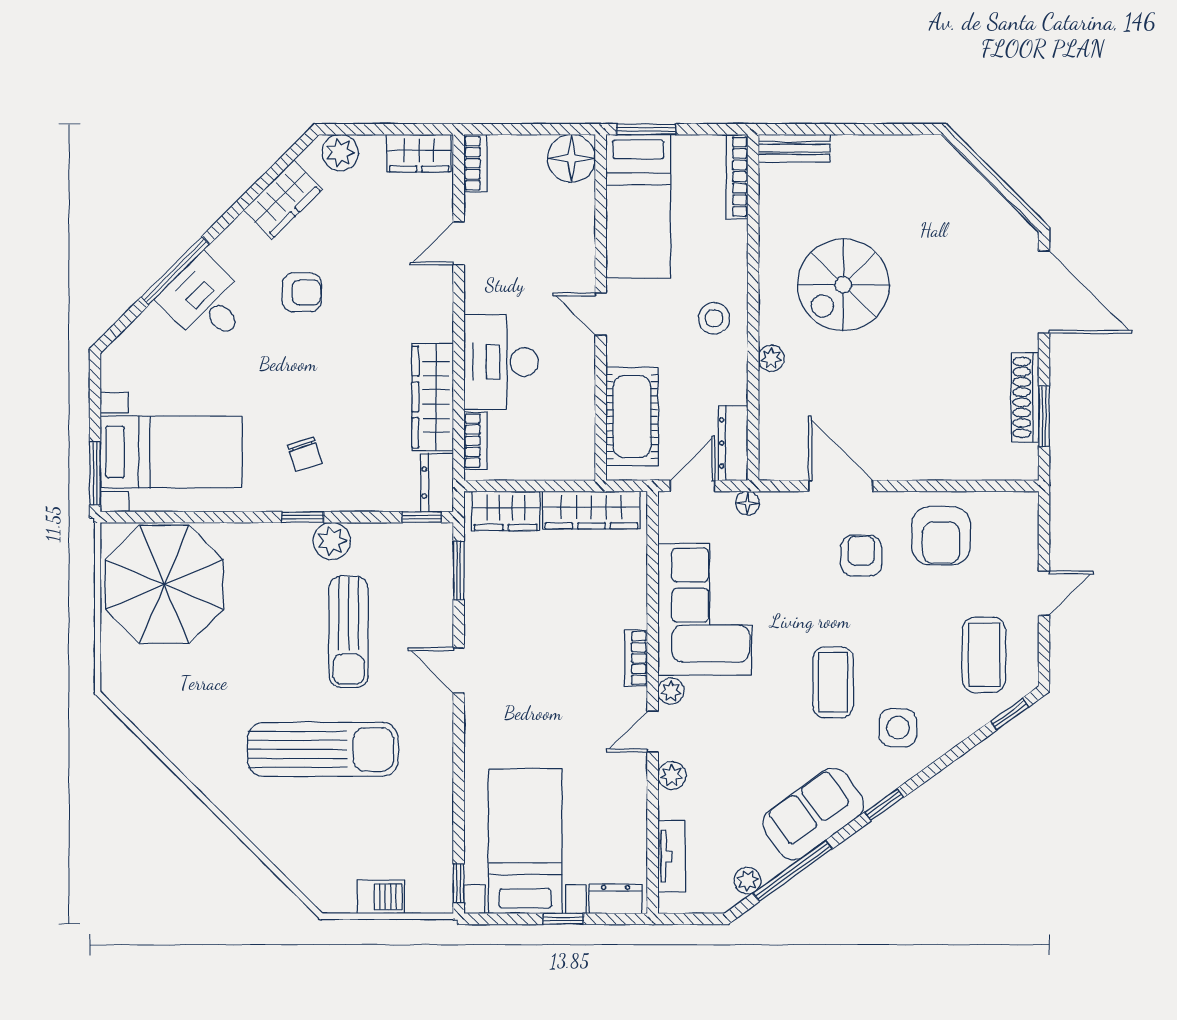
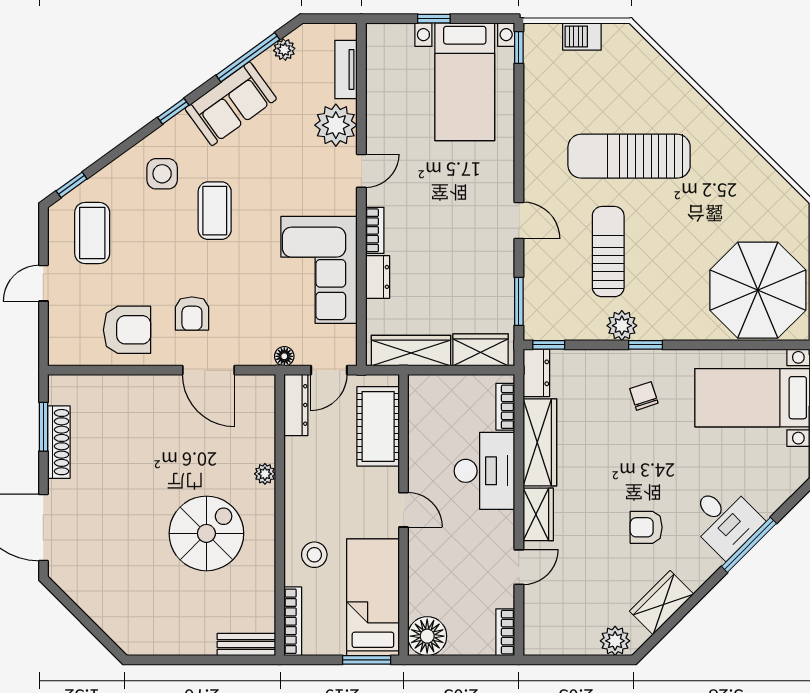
wardrobe: (419, 153) -> (538, 514), moved, turned 90
stool: (714, 318) -> (314, 555), moved
armchair: (941, 536) -> (127, 330), turned 90
plant: (671, 691) -> (346, 204), removed
plant: (672, 775) -> (336, 125), width x1.88, depth x1.88
dresser: (616, 899) -> (378, 277), moved, turned -90

